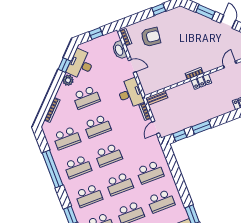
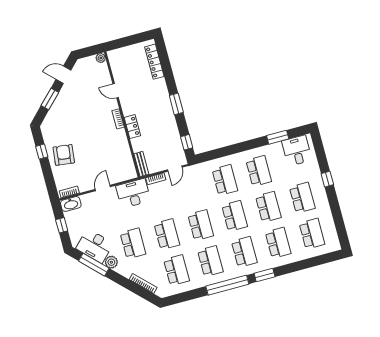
armchair: (151, 37) -> (64, 155), moved
washbasin: (119, 50) -> (71, 204), moved
window: (64, 65) -> (94, 265), width x2.17
door: (230, 65) -> (116, 91), moved
locker: (201, 82) -> (132, 127), moved
window: (202, 127) -> (176, 104), moved
door: (156, 128) -> (175, 169), hinge flipped
window: (53, 169) -> (227, 285), moved

